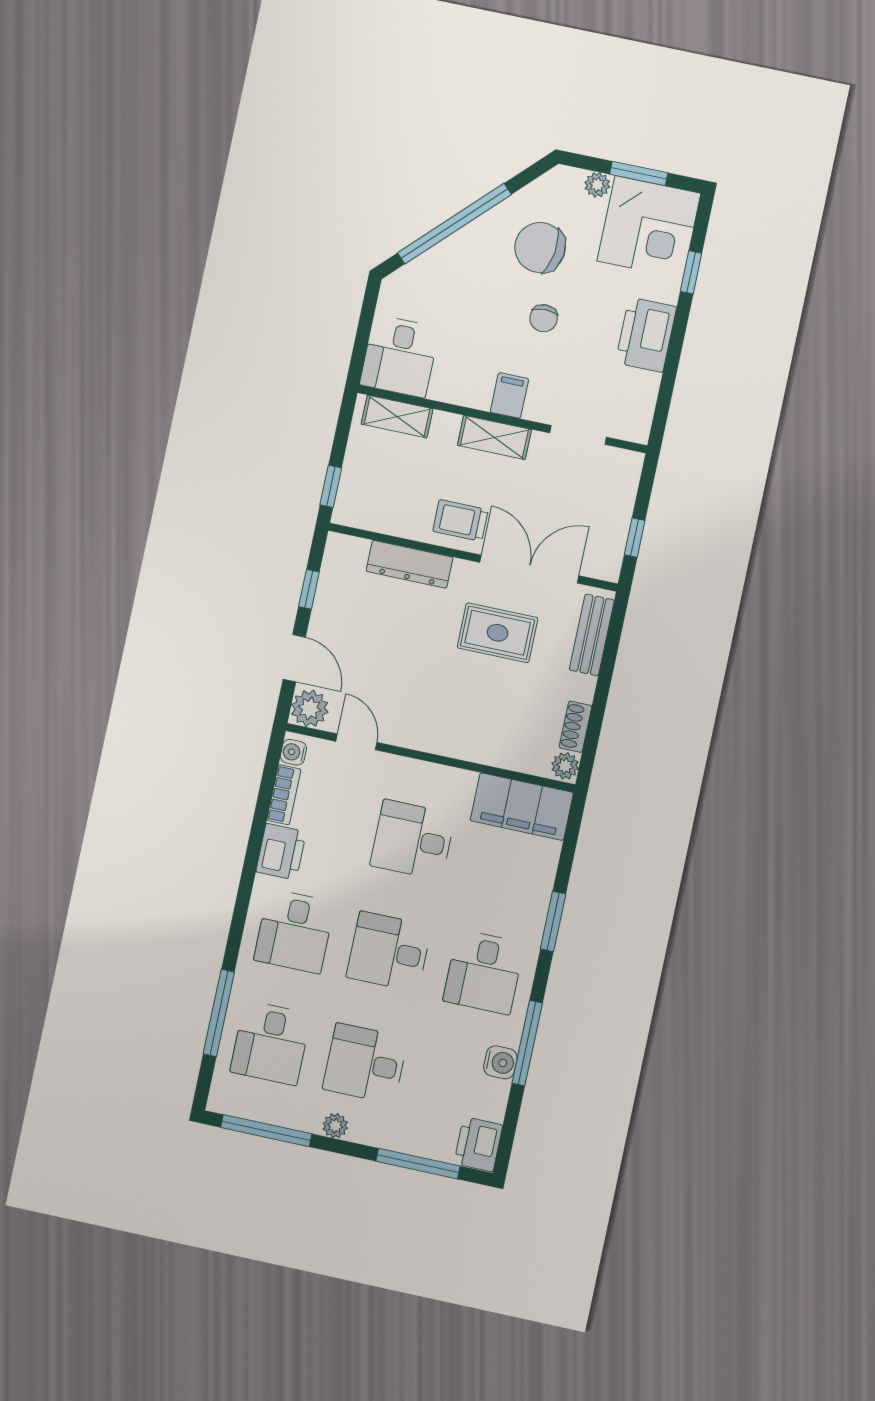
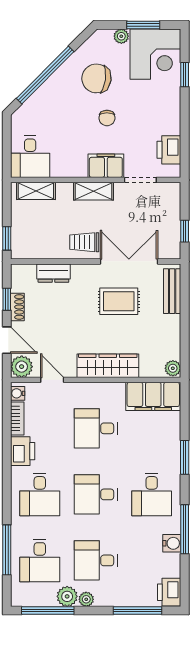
printer: (646, 335) -> (169, 150), moved, width x0.73, depth x0.84
filing cabinet: (509, 395) -> (106, 166), width x2.00
dresser: (409, 564) -> (53, 273), width x0.70
shoe rack: (576, 727) -> (17, 307), moved, turned 180
wardrobe: (456, 738) -> (108, 366), added
plant: (304, 1114) -> (67, 596), added

